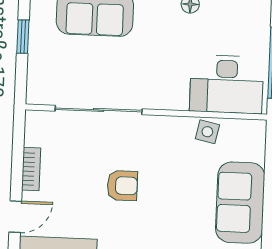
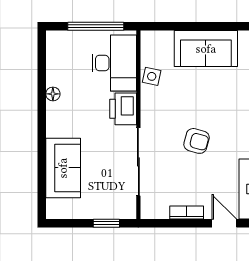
window: (23, 37) -> (106, 223), moved
printer: (167, 93) -> (123, 109), added
armchair: (122, 186) -> (197, 141), turned 105

